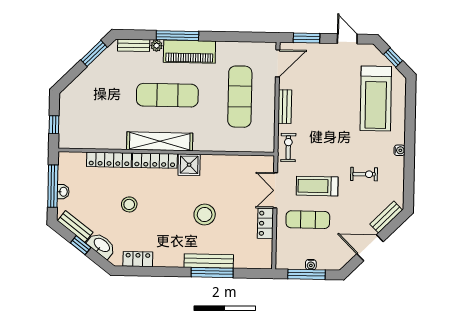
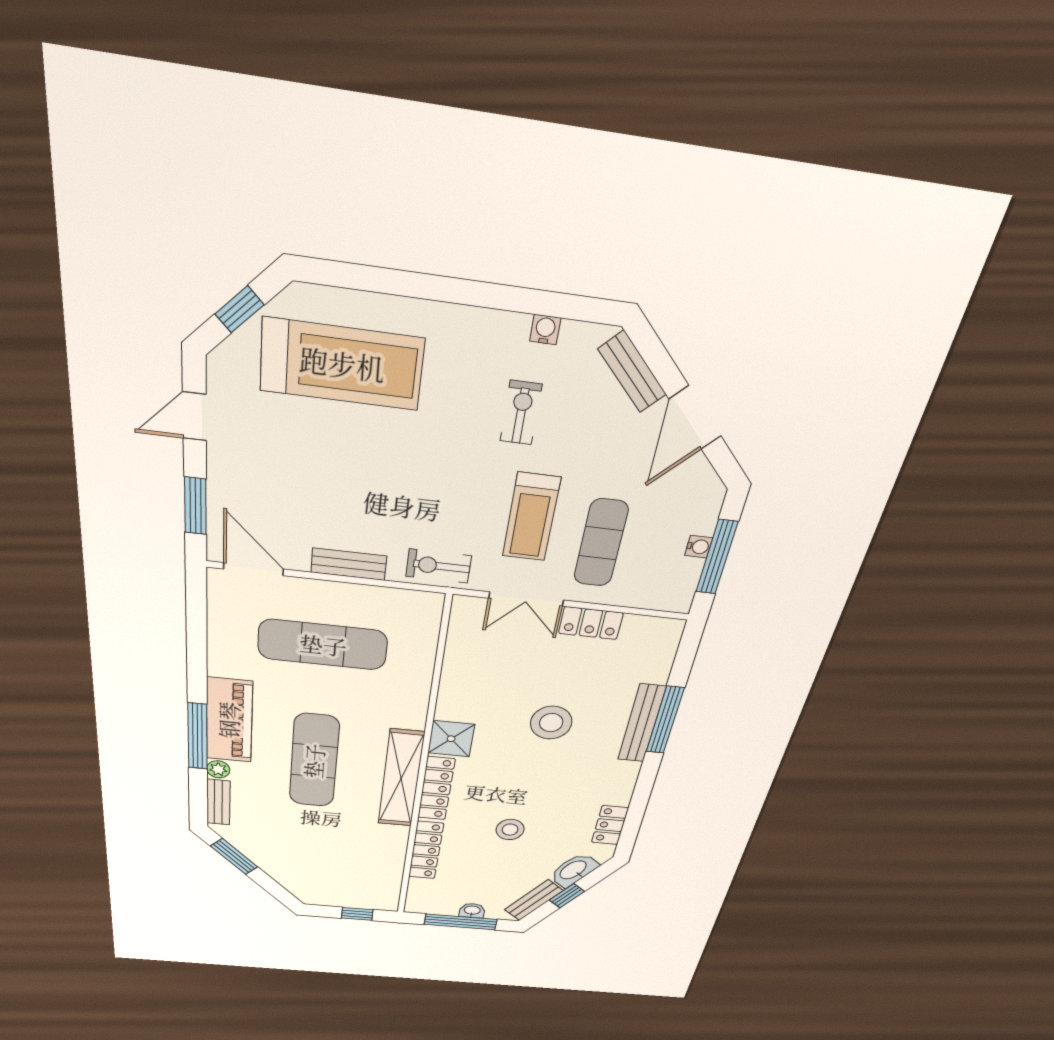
water cooler: (399, 150) -> (545, 329), moved

